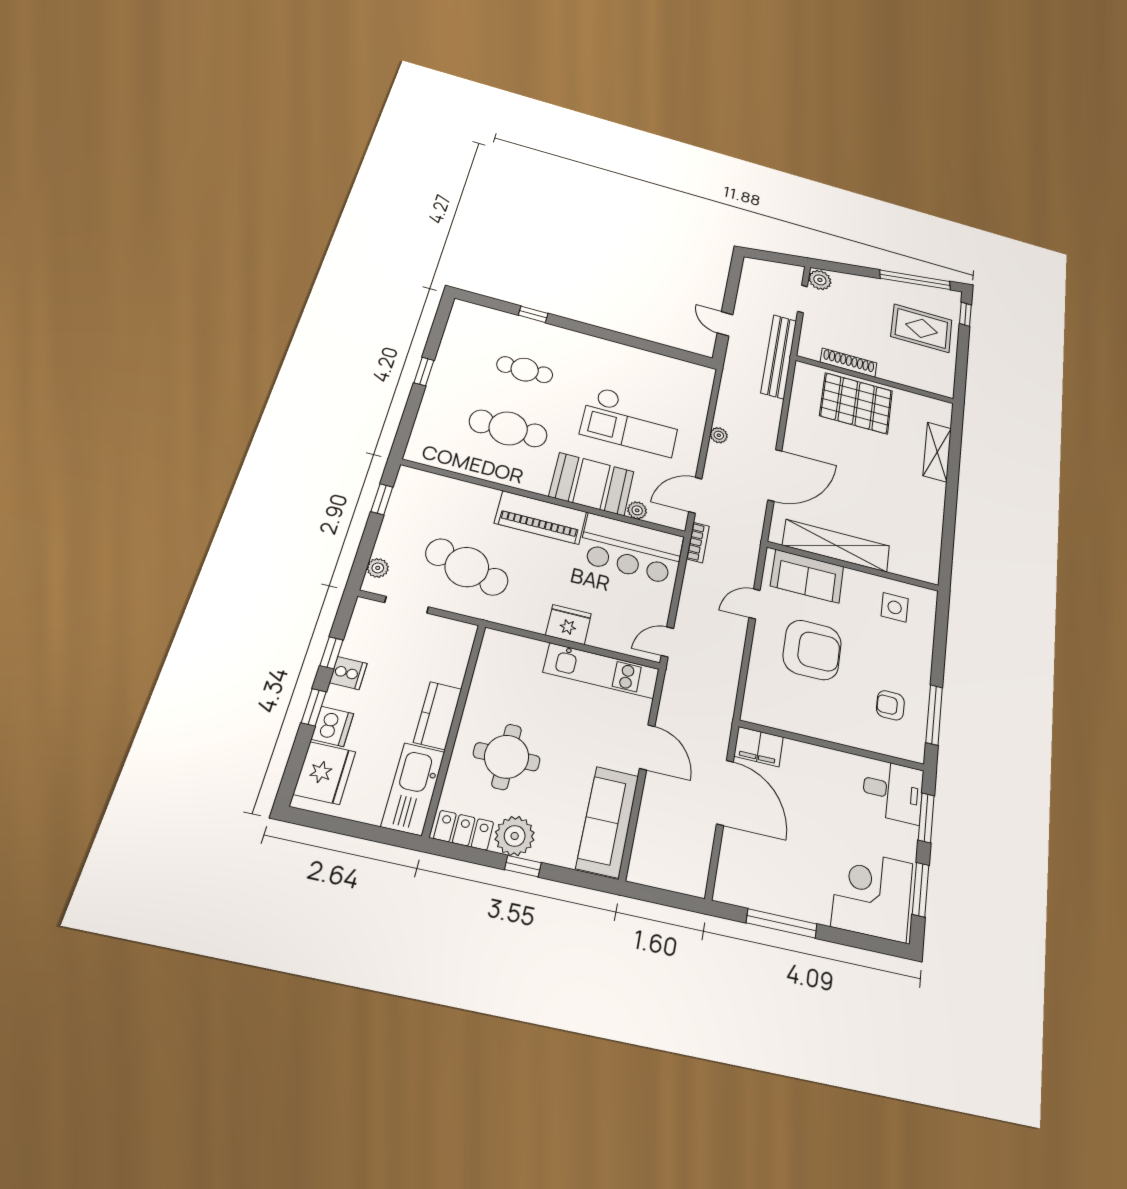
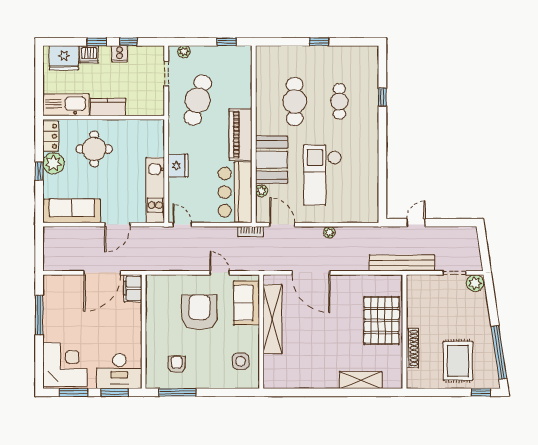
shoe rack: (849, 363) -> (412, 348), moved
armchair: (812, 650) -> (199, 312), turned 180
desk: (893, 791) -> (119, 371), width x1.37

